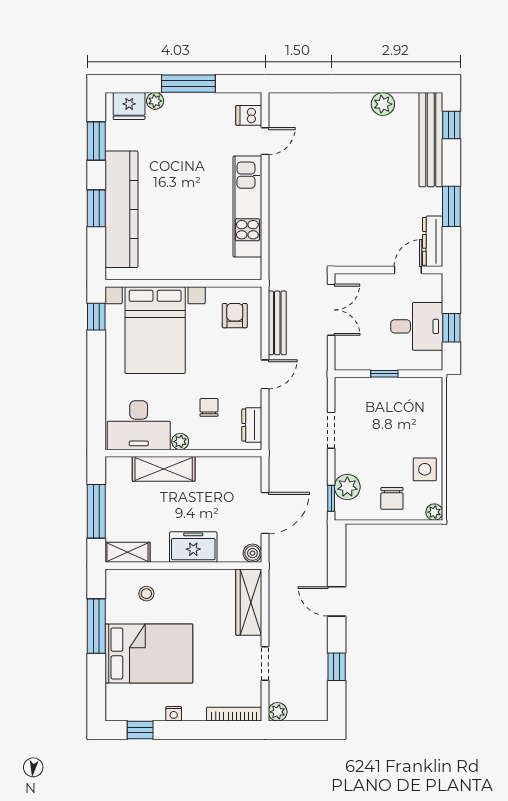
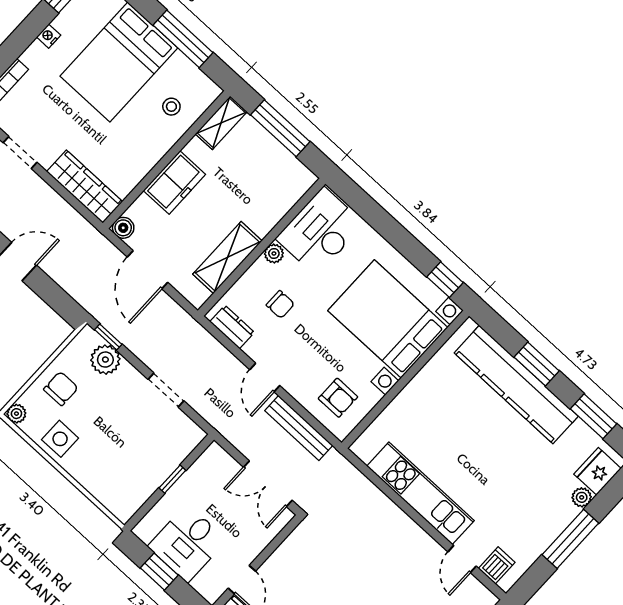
shelving: (164, 469) -> (227, 258), moved
chair: (392, 498) -> (61, 388), turned 90

